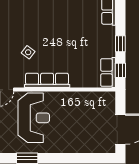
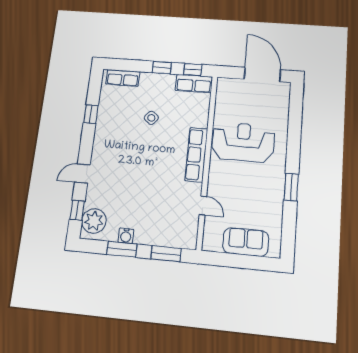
side table: (28, 52) -> (151, 118), moved
reception desk: (34, 118) -> (243, 142), moved

